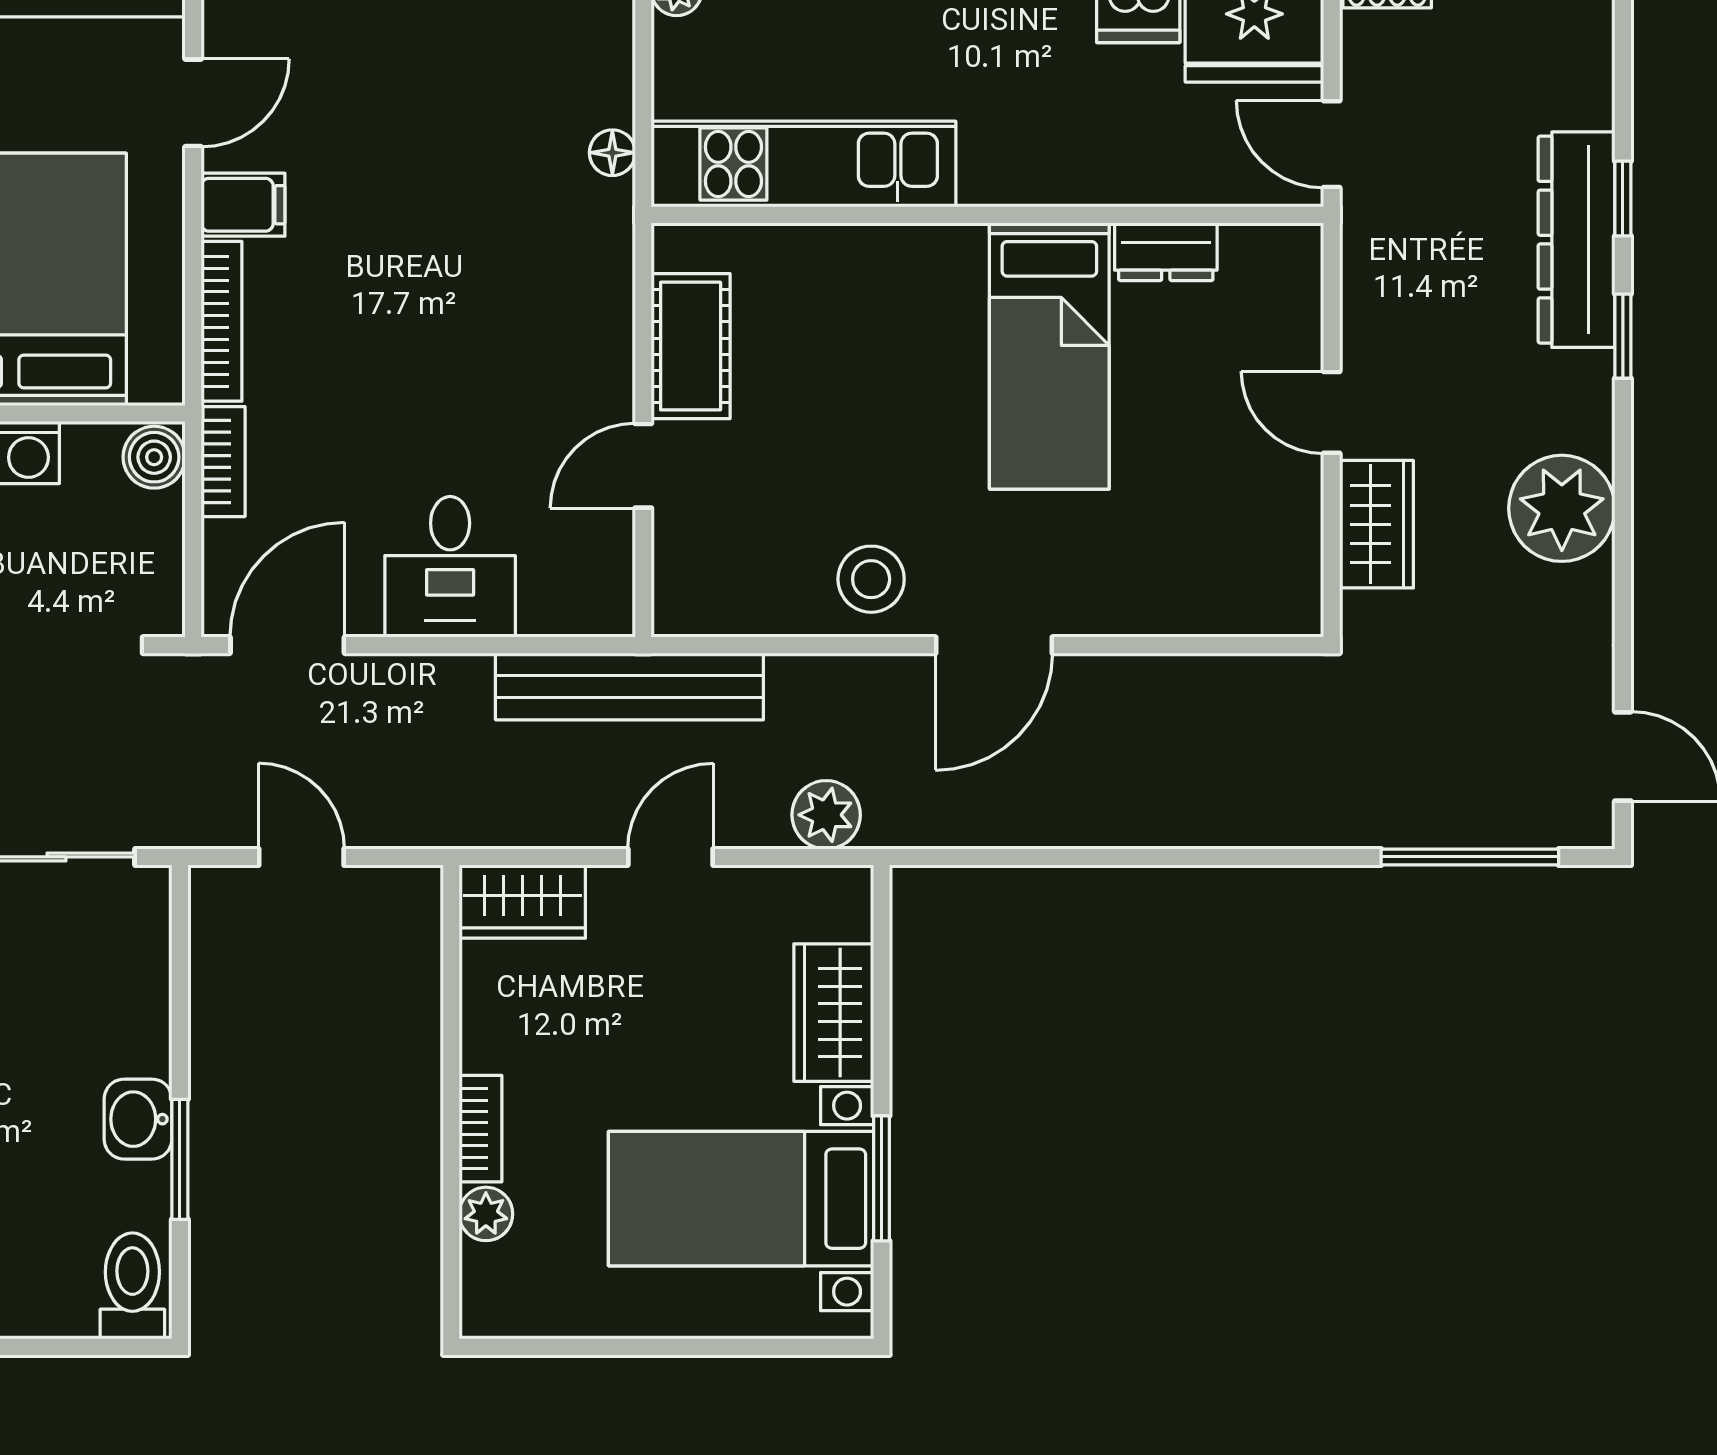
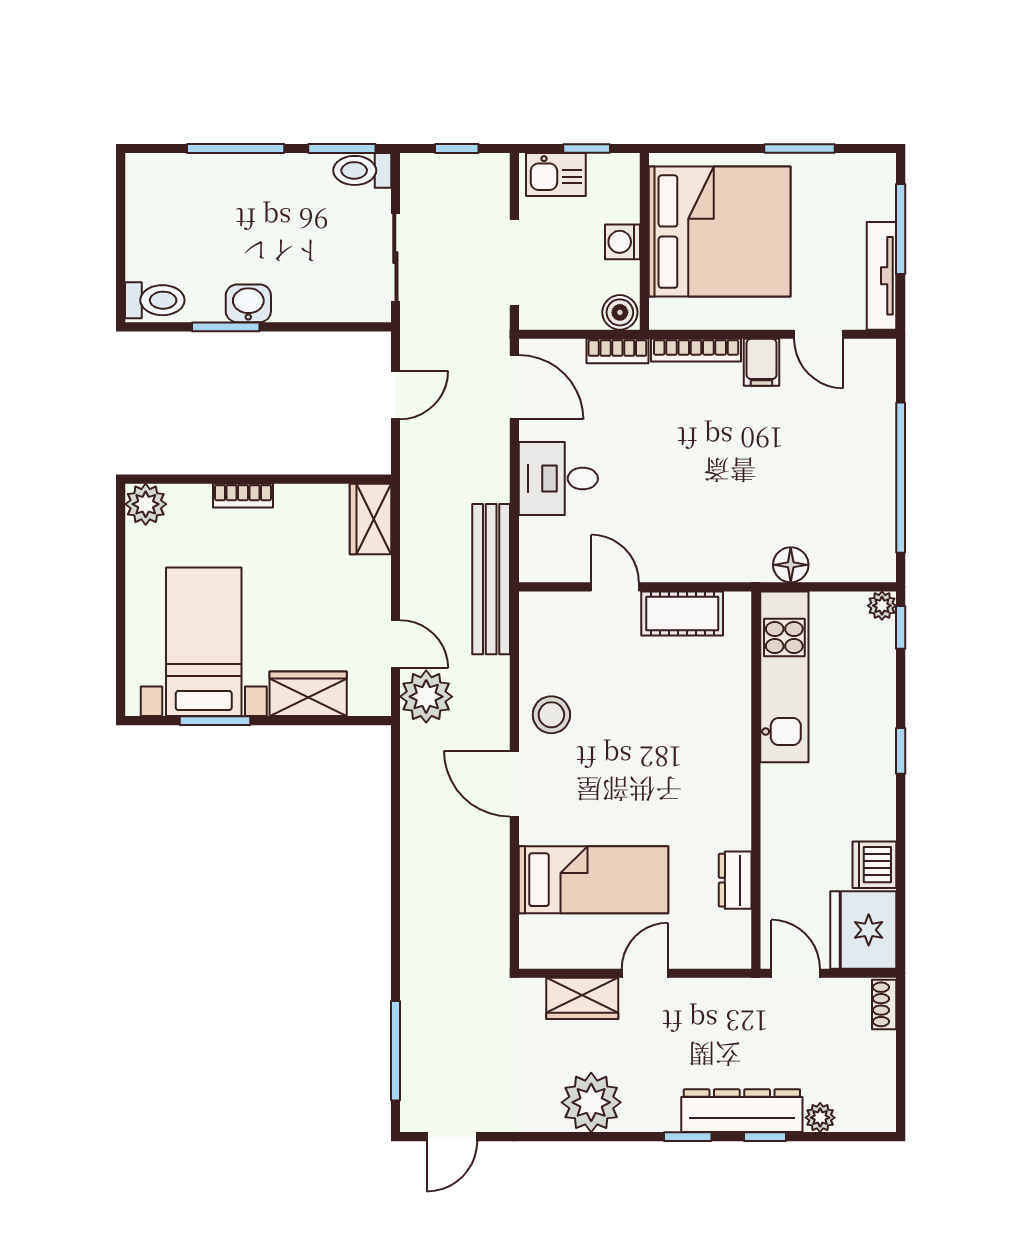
plant: (1589, 100) -> (820, 1118), added
door: (1332, 144) -> (796, 973), hinge flipped
floor lamp: (612, 153) -> (791, 565), width x1.37, depth x1.37
bed: (1049, 356) -> (594, 880), moved, turned 180
plant: (826, 815) -> (426, 697), width x1.36, depth x1.36
door: (670, 857) -> (395, 644), moved
plant: (486, 1214) -> (146, 504), moved, width x1.38, depth x1.38

